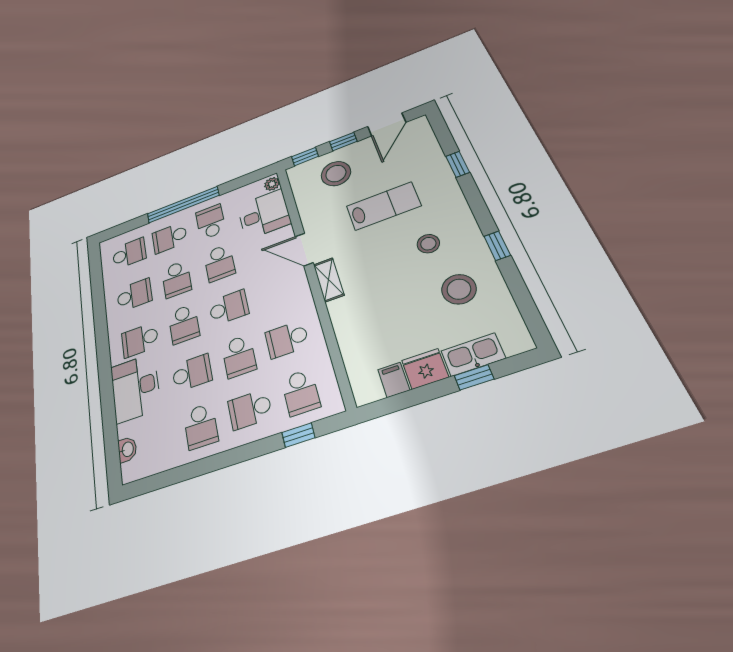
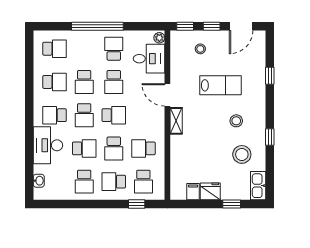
stool: (336, 174) -> (200, 49), width x0.53, depth x0.53
school desk: (170, 238) -> (84, 49), removed
kitchen sink: (473, 355) -> (258, 186), moved, turned -90

